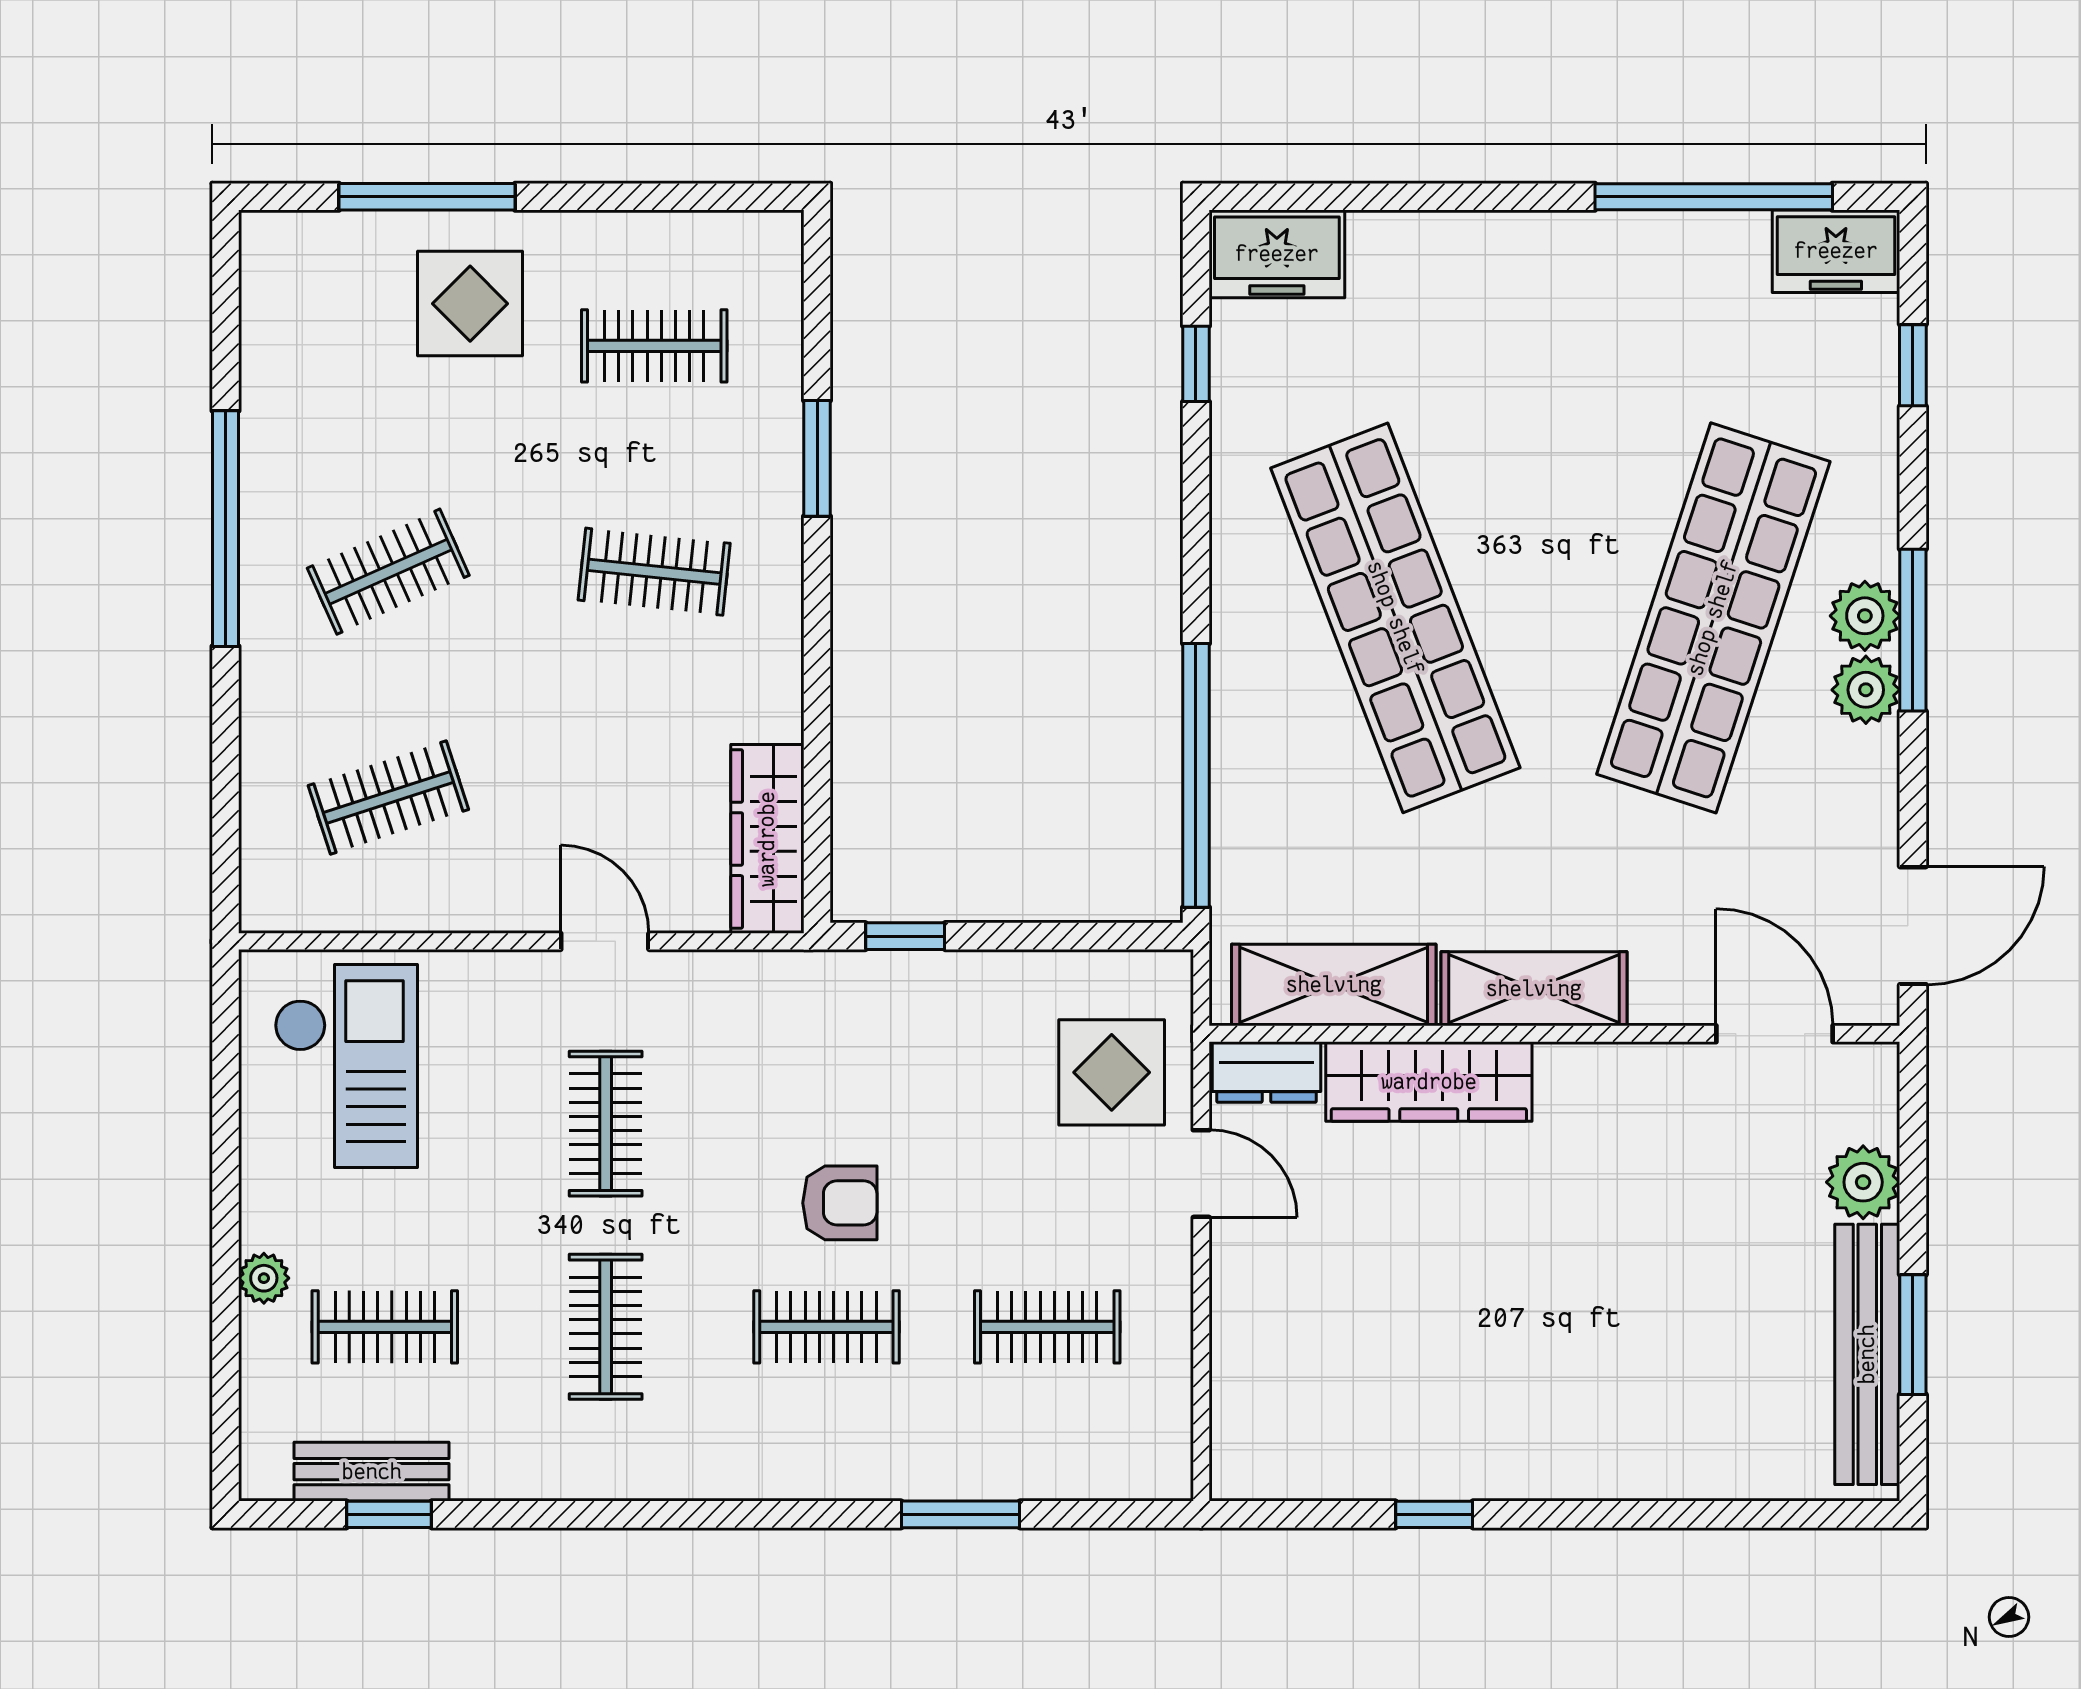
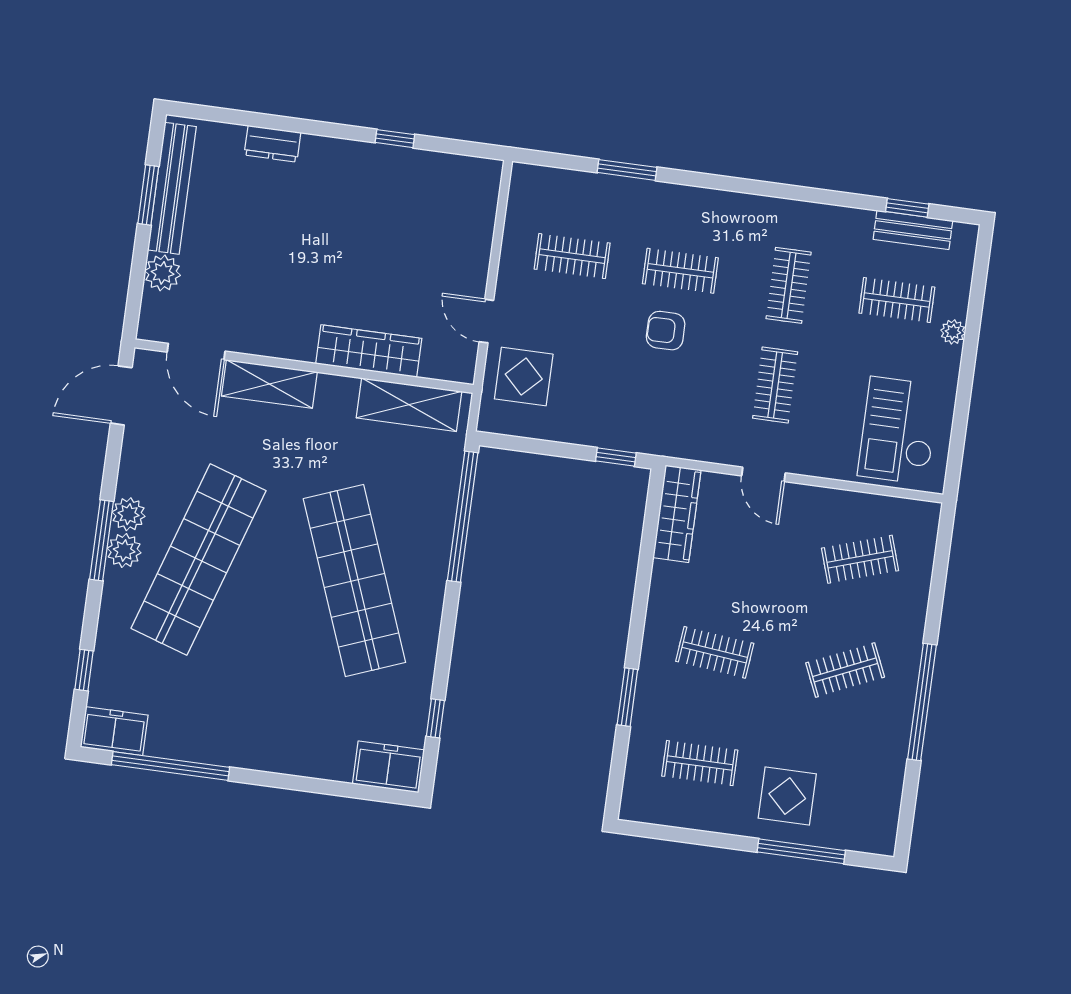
shelving: (1534, 989) -> (269, 384), moved
dresser: (1266, 1072) -> (272, 144), moved, turned 180

